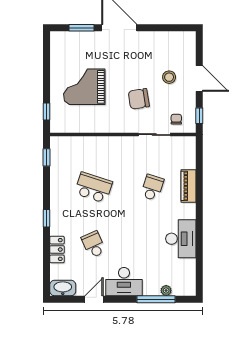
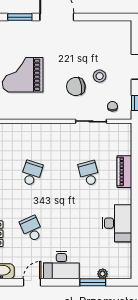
stool: (169, 77) -> (100, 76), moved
school desk: (93, 188) -> (32, 173), width x0.54
school desk: (152, 188) -> (89, 173), turned -33
window: (156, 299) -> (93, 282), width x0.69

